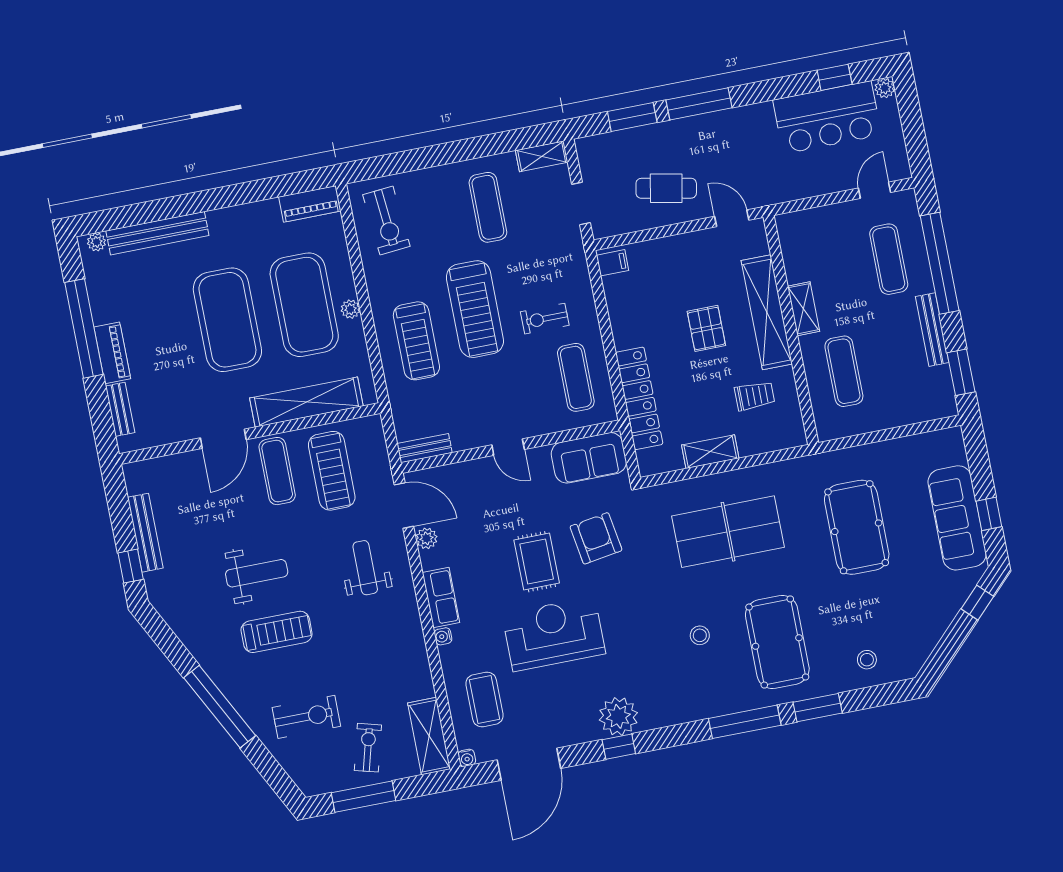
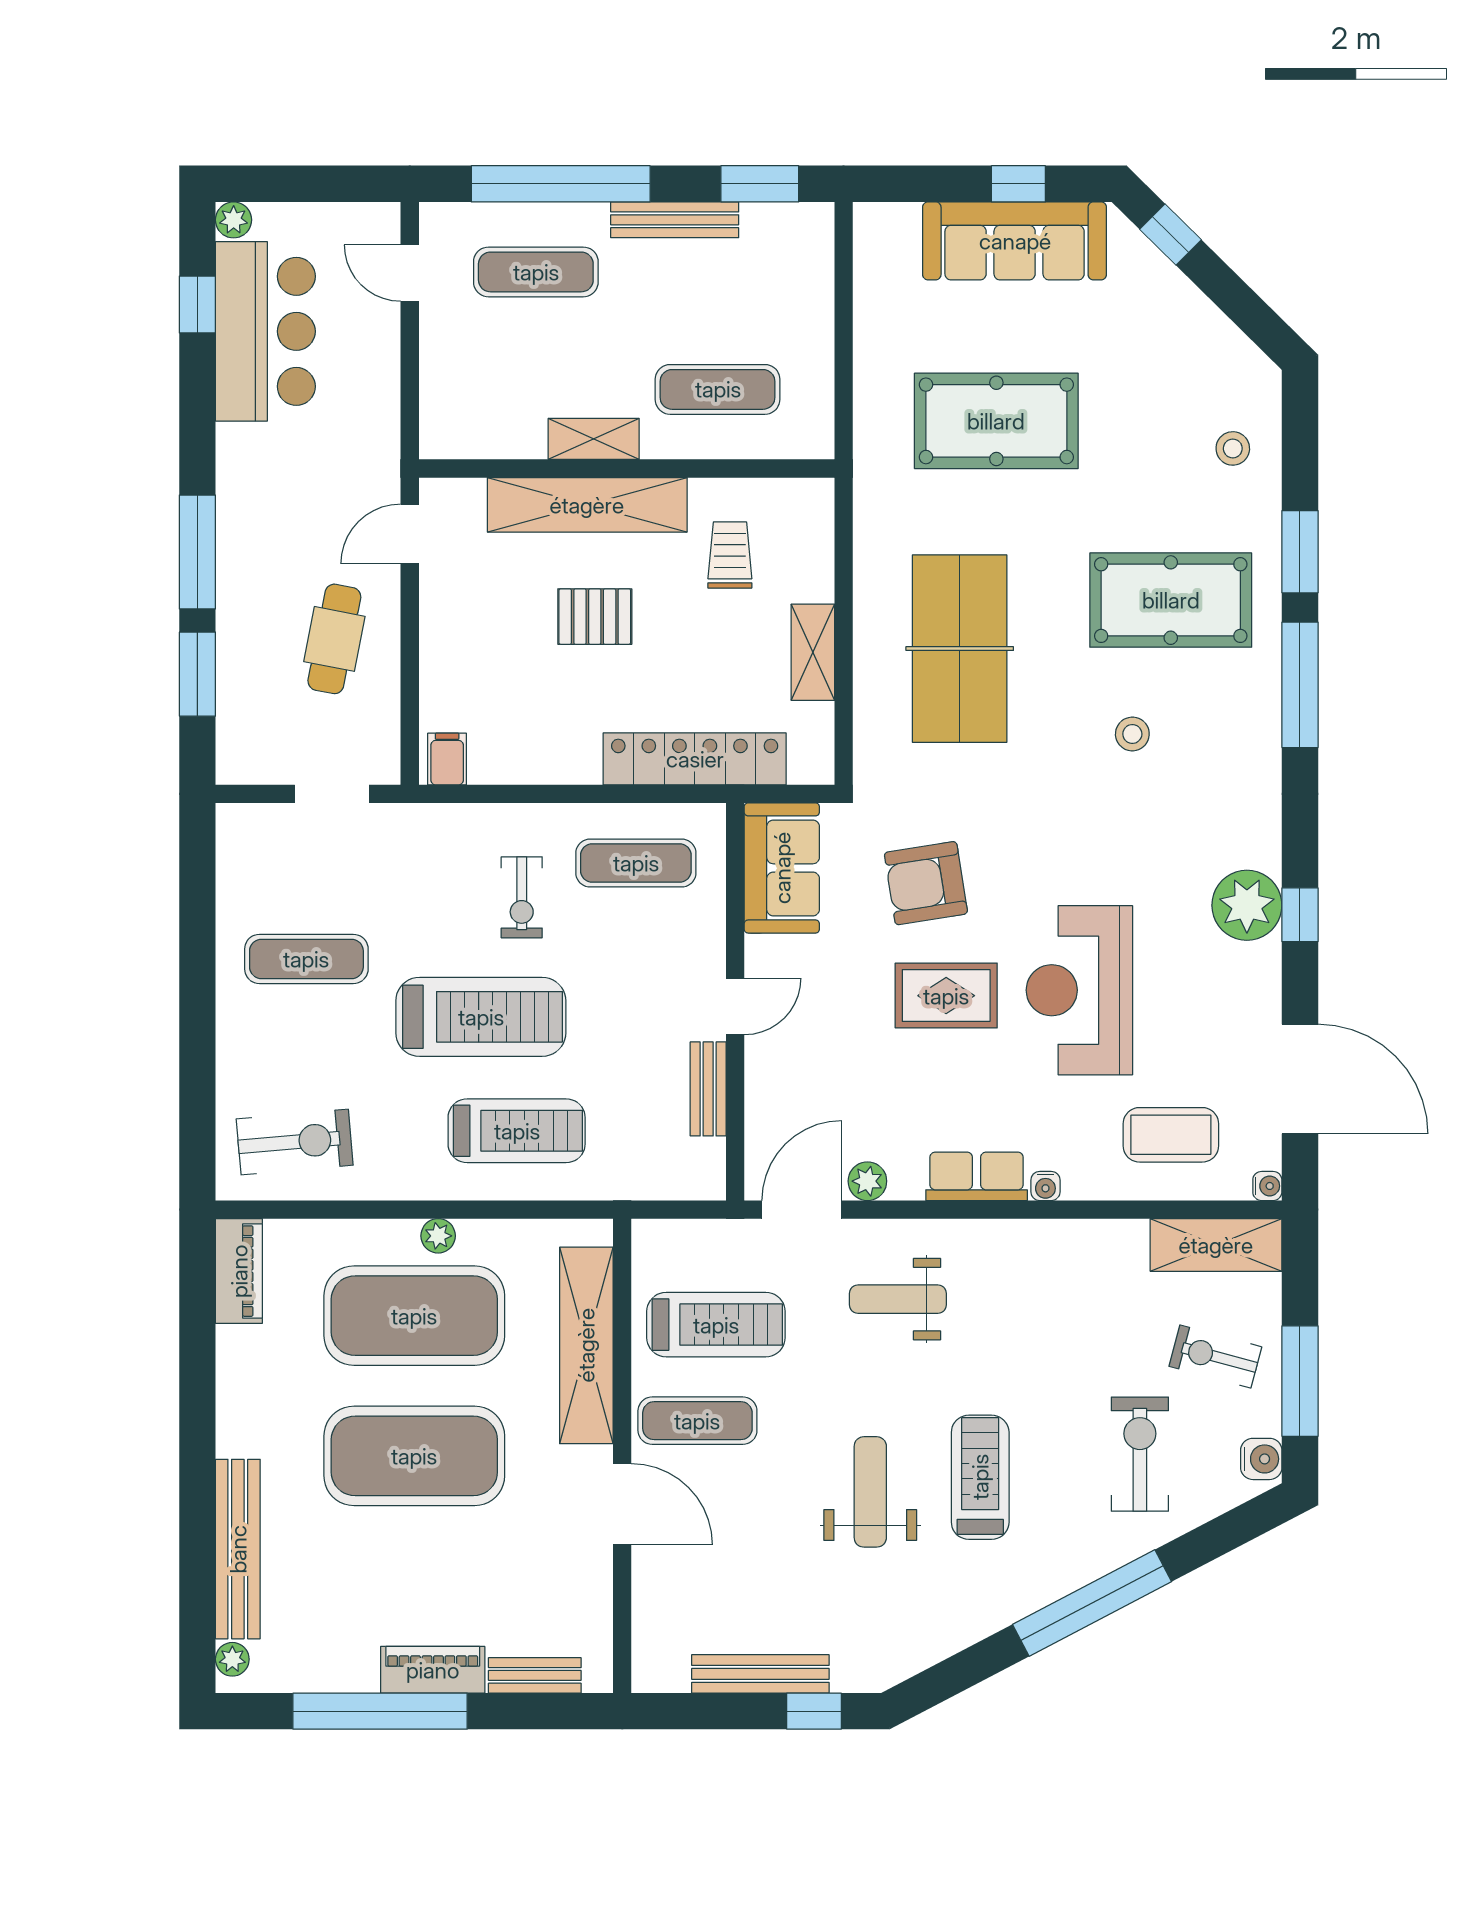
shelving: (542, 156) -> (235, 847), removed
bench: (425, 448) -> (708, 1089), moved
water cooler: (317, 784) -> (1261, 1459), added

